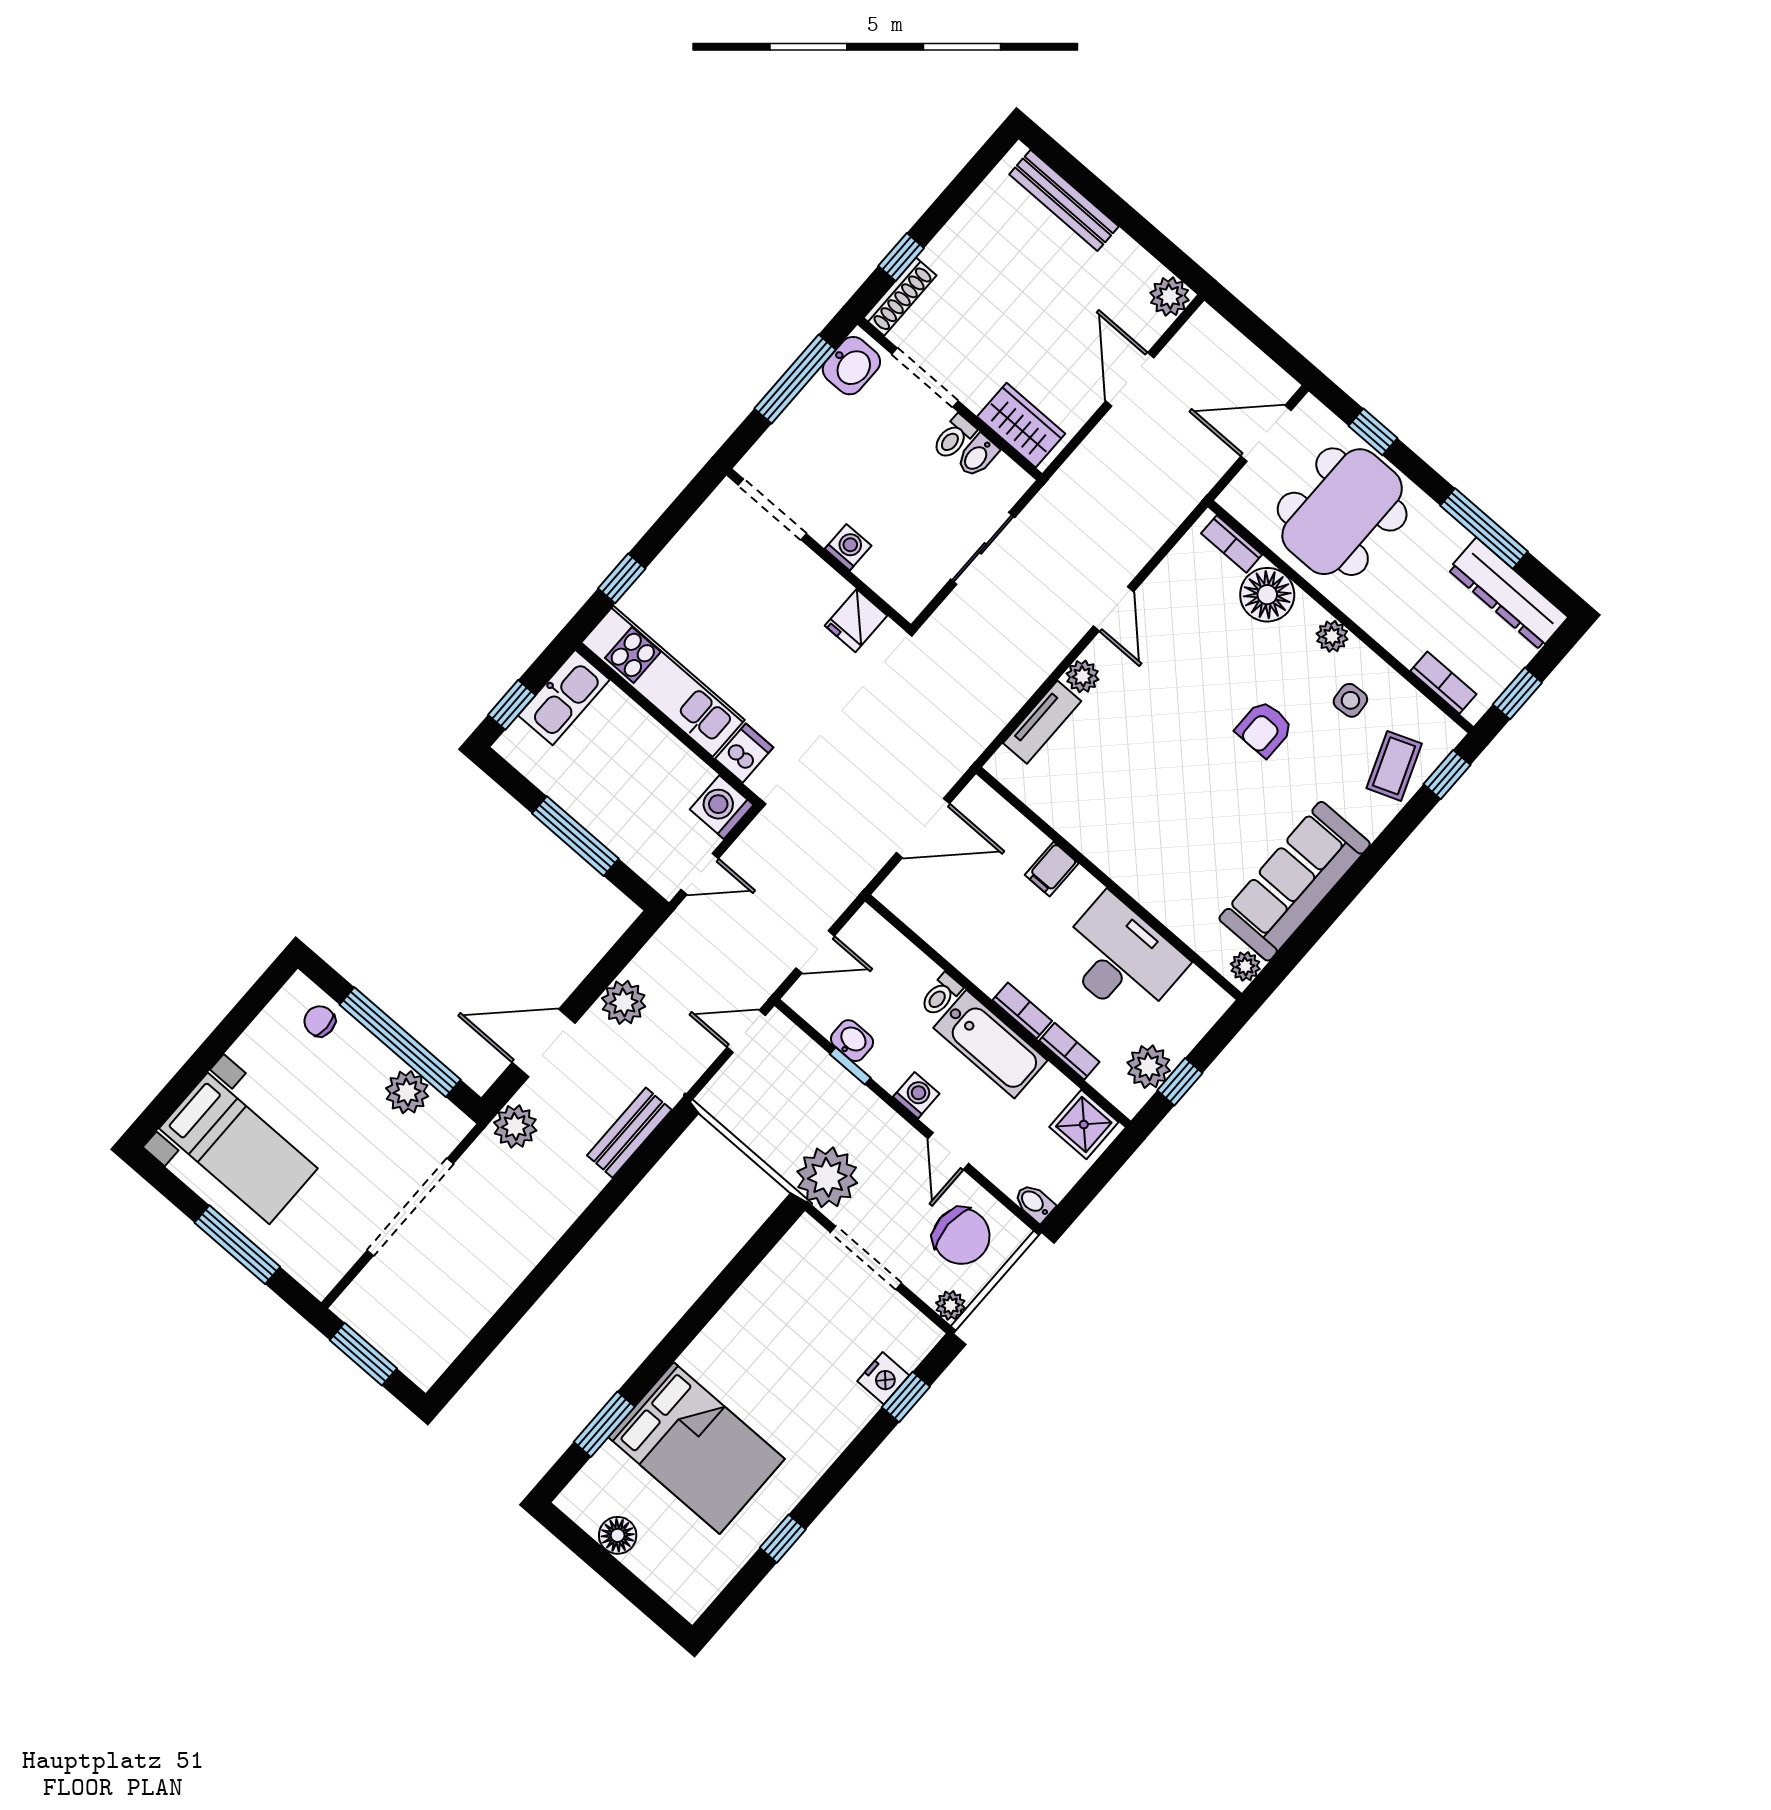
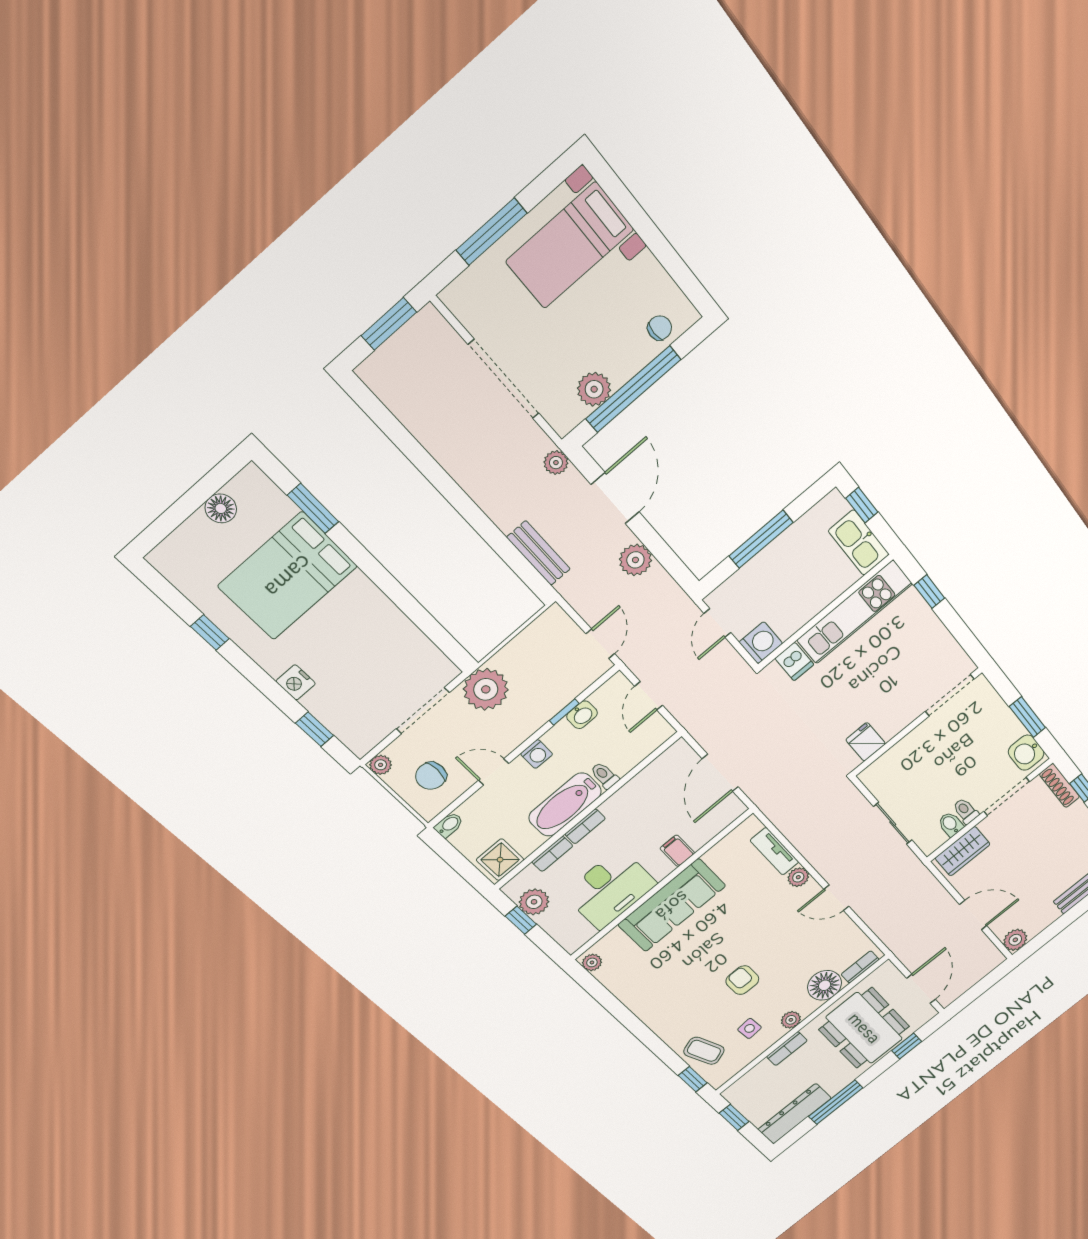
window: (795, 379) -> (1027, 717), width x0.69
washing machine: (848, 547) -> (914, 741), removed
bookcase: (1443, 683) -> (787, 1049), moved
sofa: (1295, 881) -> (672, 905), moved, turned 90
plant: (515, 1126) -> (556, 463), width x0.73, depth x0.73
chair: (961, 1236) -> (431, 776), width x0.73, depth x0.73
nightstand: (883, 1378) -> (296, 682), moved

